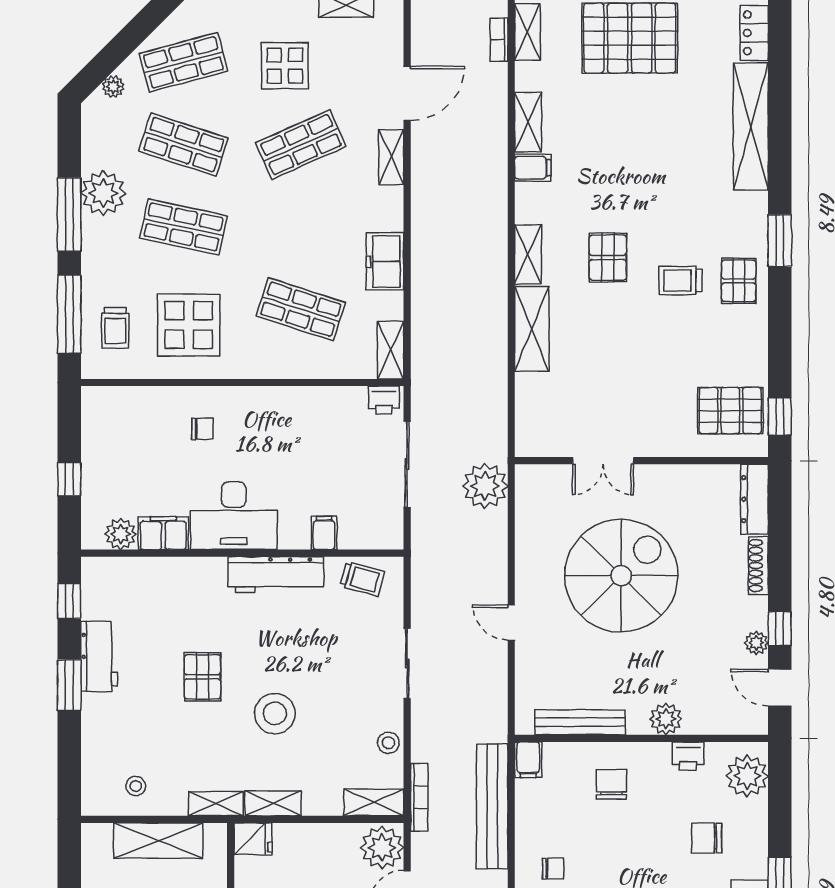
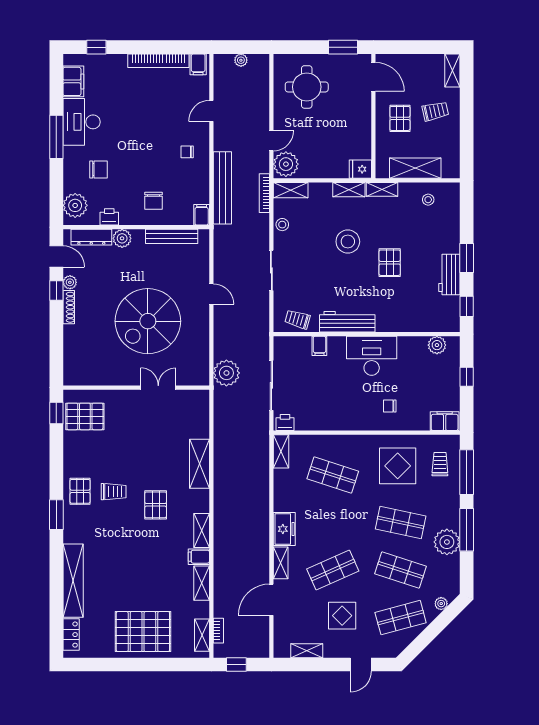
shelving: (528, 254) -> (202, 530), moved
freezer: (385, 261) -> (284, 529), moved
dresser: (754, 499) -> (91, 237), moved, turned 90
filing cabinet: (163, 533) -> (445, 421), moved, turned 180
shoe rack: (758, 566) -> (69, 307), moved

